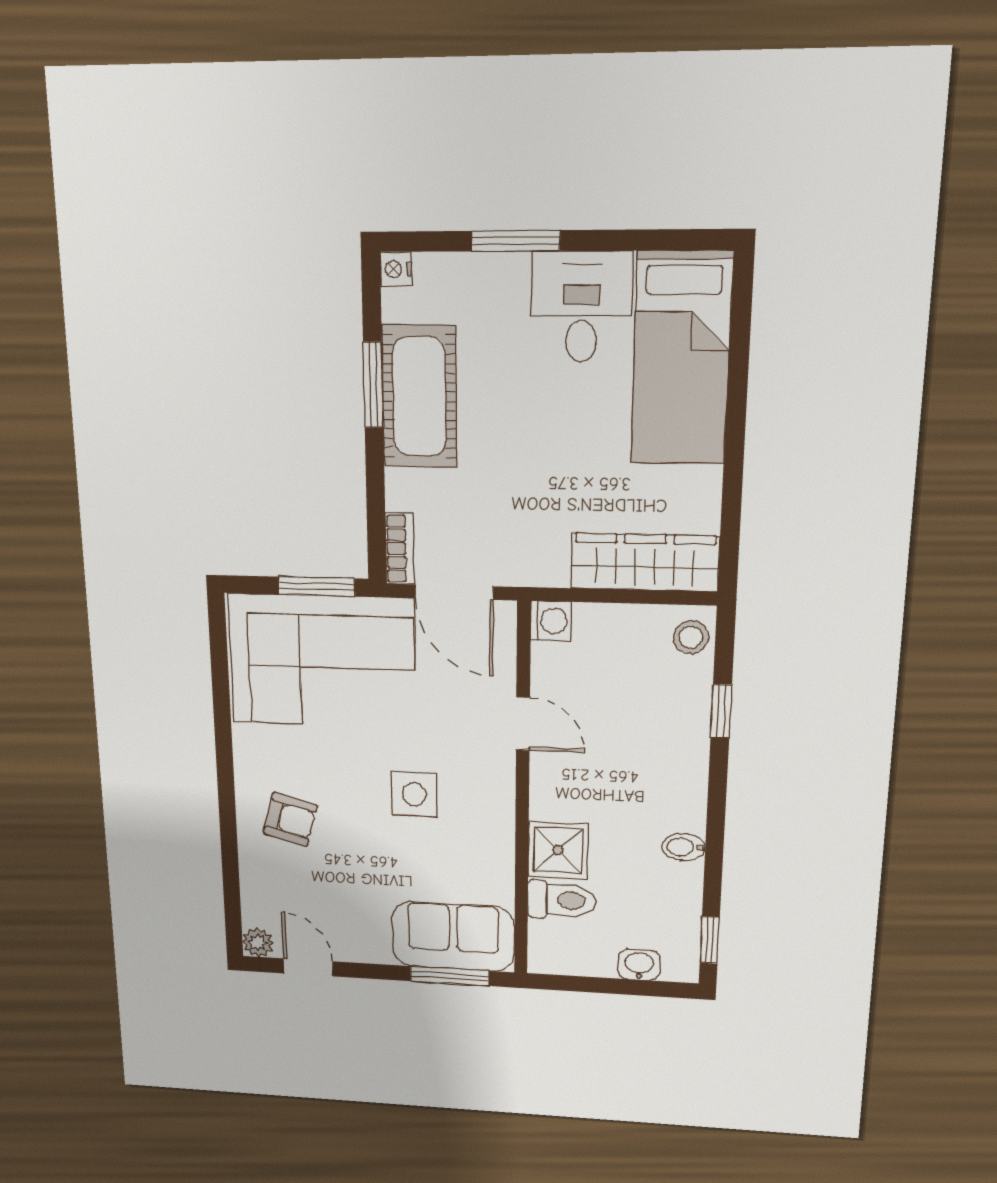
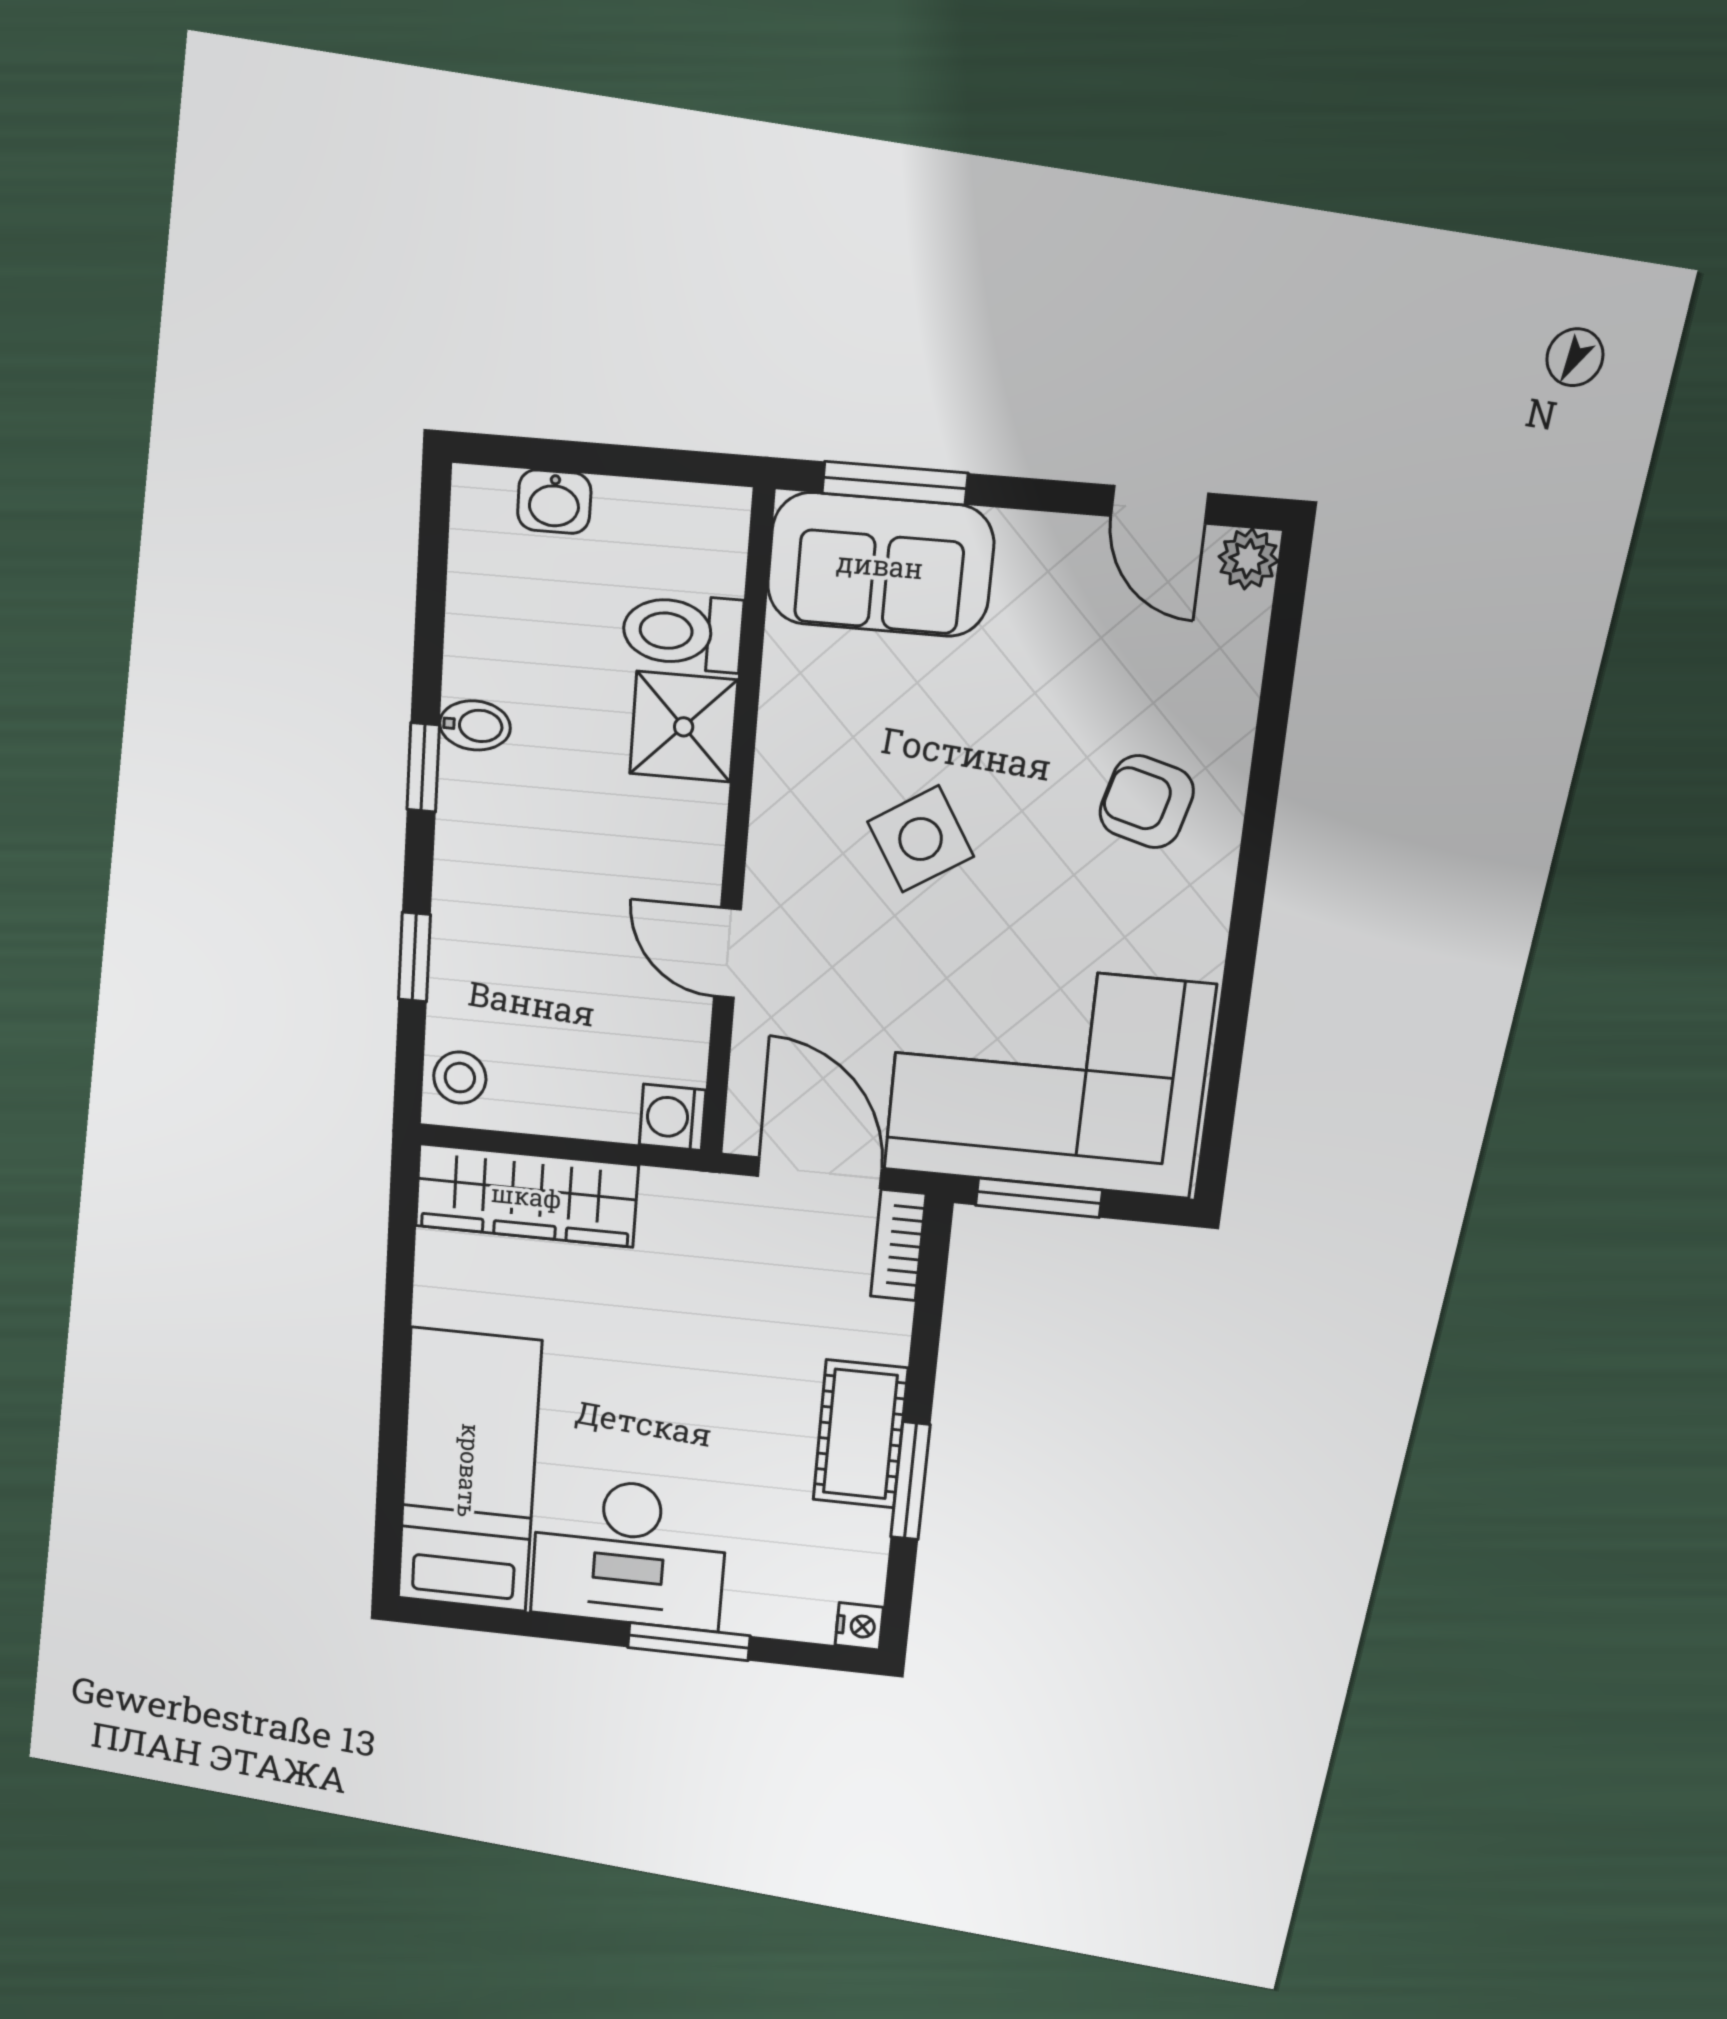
desk: (582, 307) -> (629, 1553), width x1.37
cot: (419, 397) -> (860, 1434), width x0.73, depth x0.75
side table: (414, 794) -> (921, 839), turned -32
window: (710, 940) -> (423, 767), moved

